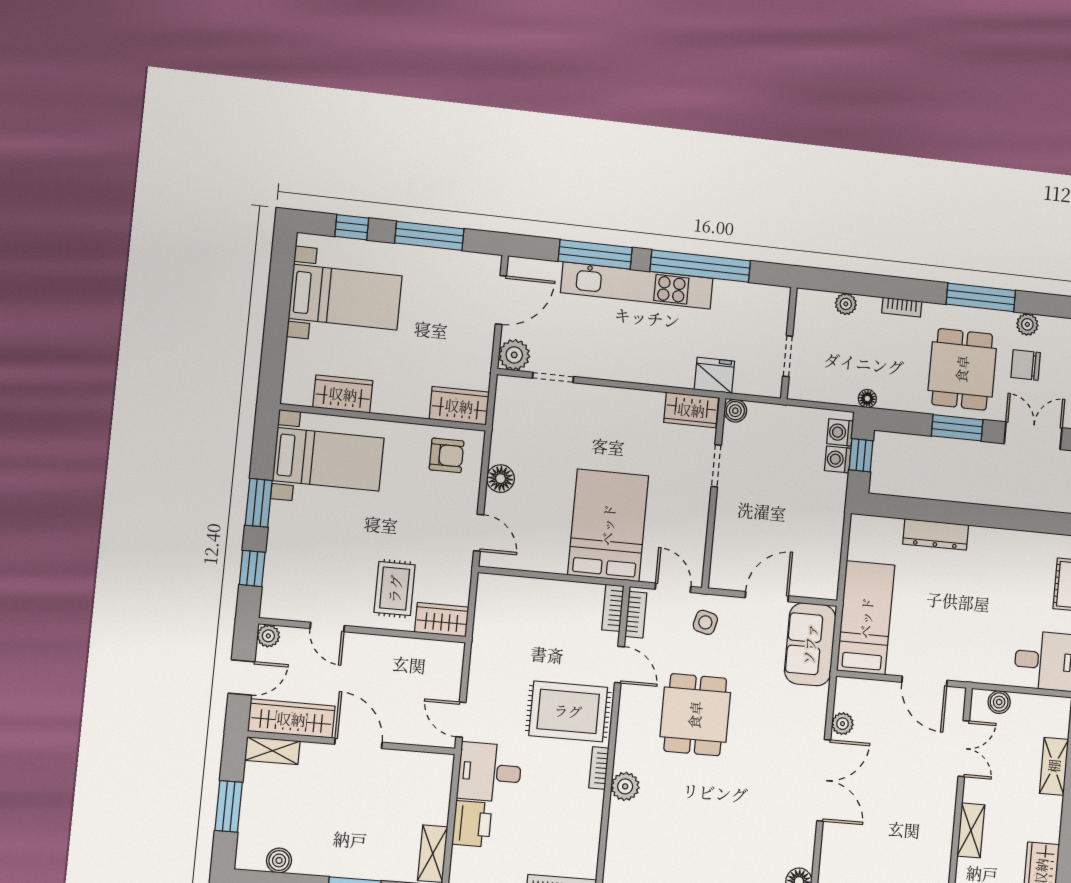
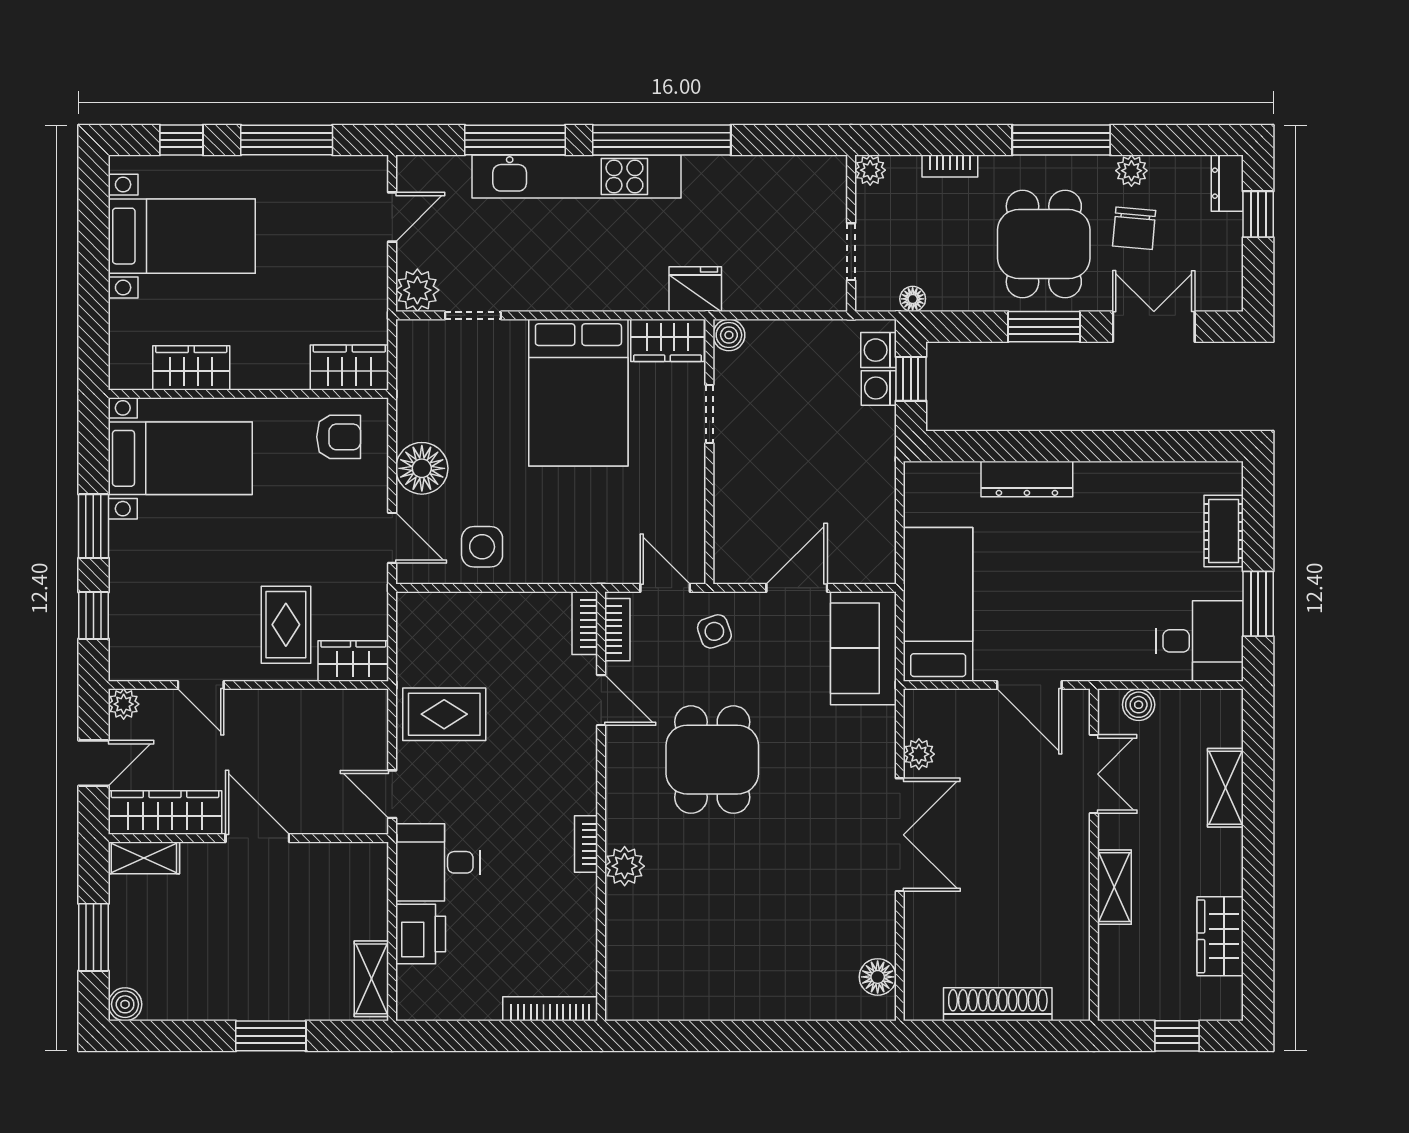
door: (501, 300) -> (392, 217), width x0.73
wall: (789, 343) -> (851, 233), moved
doorway: (788, 356) -> (851, 252), moved
chair: (1026, 365) -> (1134, 228), turned -85
floor lamp: (501, 479) -> (422, 468), width x1.38, depth x1.38
bed: (608, 525) -> (578, 393), moved, turned 180
side table: (544, 545) -> (482, 547), added
side table: (705, 622) -> (714, 631), turned -33
rug: (568, 711) -> (444, 714), moved, width x0.73, depth x0.70
boiler: (279, 860) -> (125, 1004), moved

